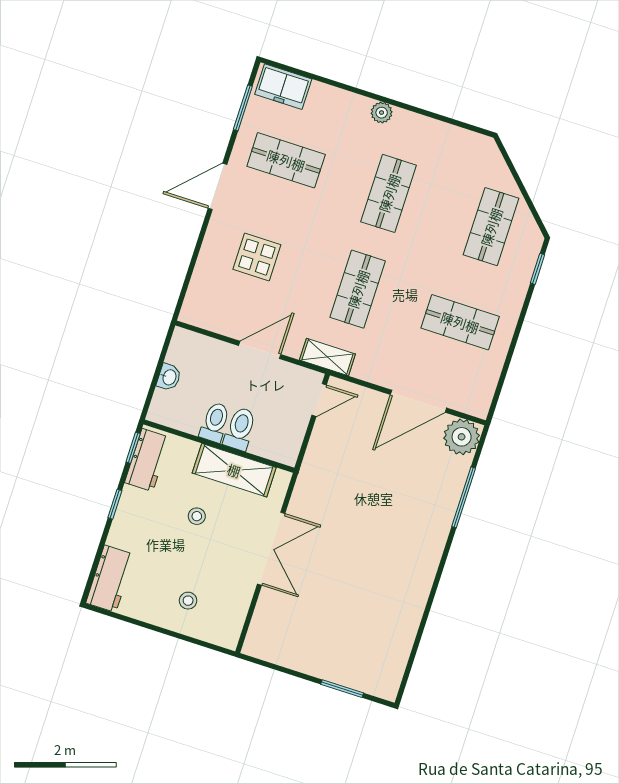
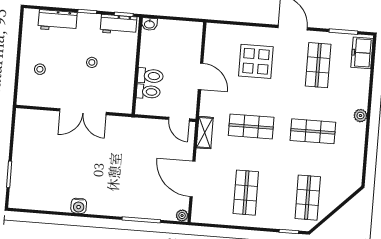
shop shelf: (491, 227) -> (308, 198), turned 90
display table: (257, 257) -> (256, 61), width x1.36, depth x1.36
shelving: (327, 357) -> (205, 133), moved
washbasin: (169, 377) -> (149, 24), moved
toilet: (215, 422) -> (148, 92), moved
plant: (462, 437) -> (182, 216), width x0.53, depth x0.53
shelving: (234, 470) -> (125, 78), removed
workbench: (110, 579) -> (58, 21), moved
water cooler: (418, 591) -> (79, 206), added

